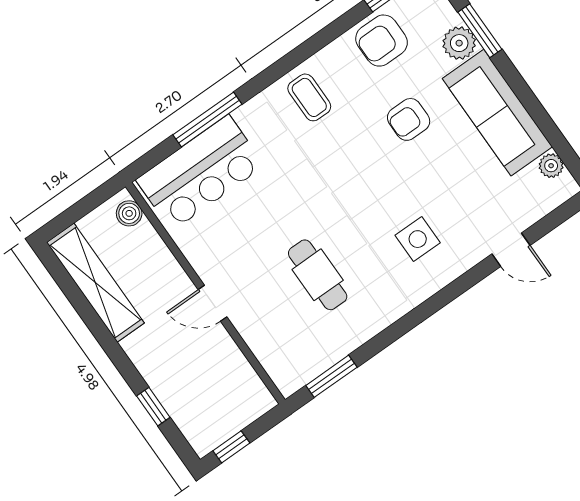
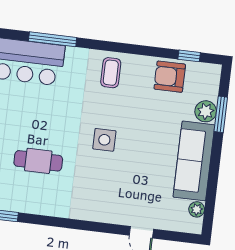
armchair: (409, 119) -> (149, 126), removed
side table: (418, 239) -> (104, 140), moved
cafe table: (318, 275) -> (38, 161), turned 90

